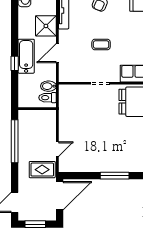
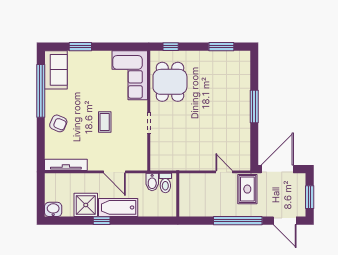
shower: (46, 26) -> (86, 205), moved
window: (15, 63) -> (102, 221), moved
window: (15, 141) -> (238, 221), moved
door: (60, 196) -> (277, 169), hinge flipped

